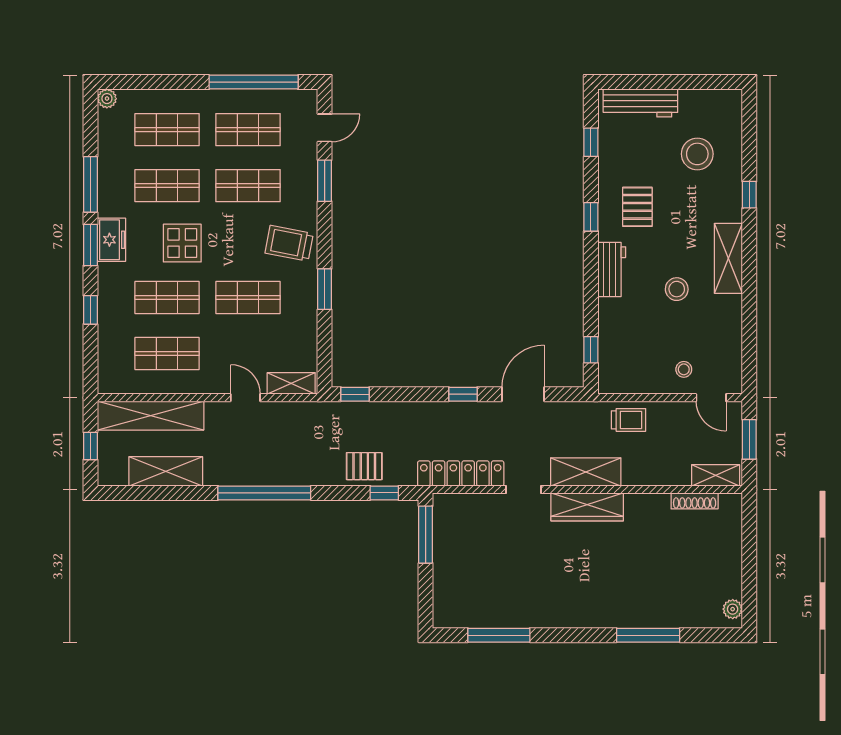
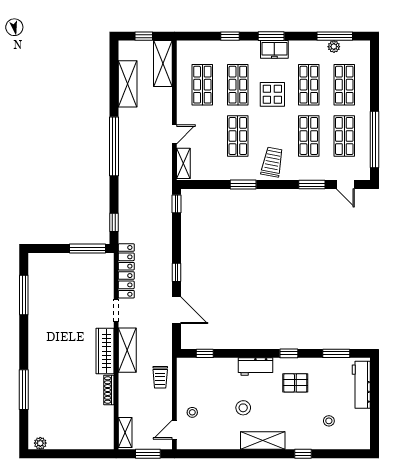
plant: (107, 99) -> (334, 47), moved
window: (591, 142) -> (336, 353), width x1.50
stool: (697, 154) -> (329, 421), width x0.53, depth x0.53
window: (90, 184) -> (335, 36), moved
shelving: (151, 416) -> (163, 63), width x0.68
pallet: (364, 466) -> (131, 210), removed
shoe rack: (695, 501) -> (109, 390), moved

